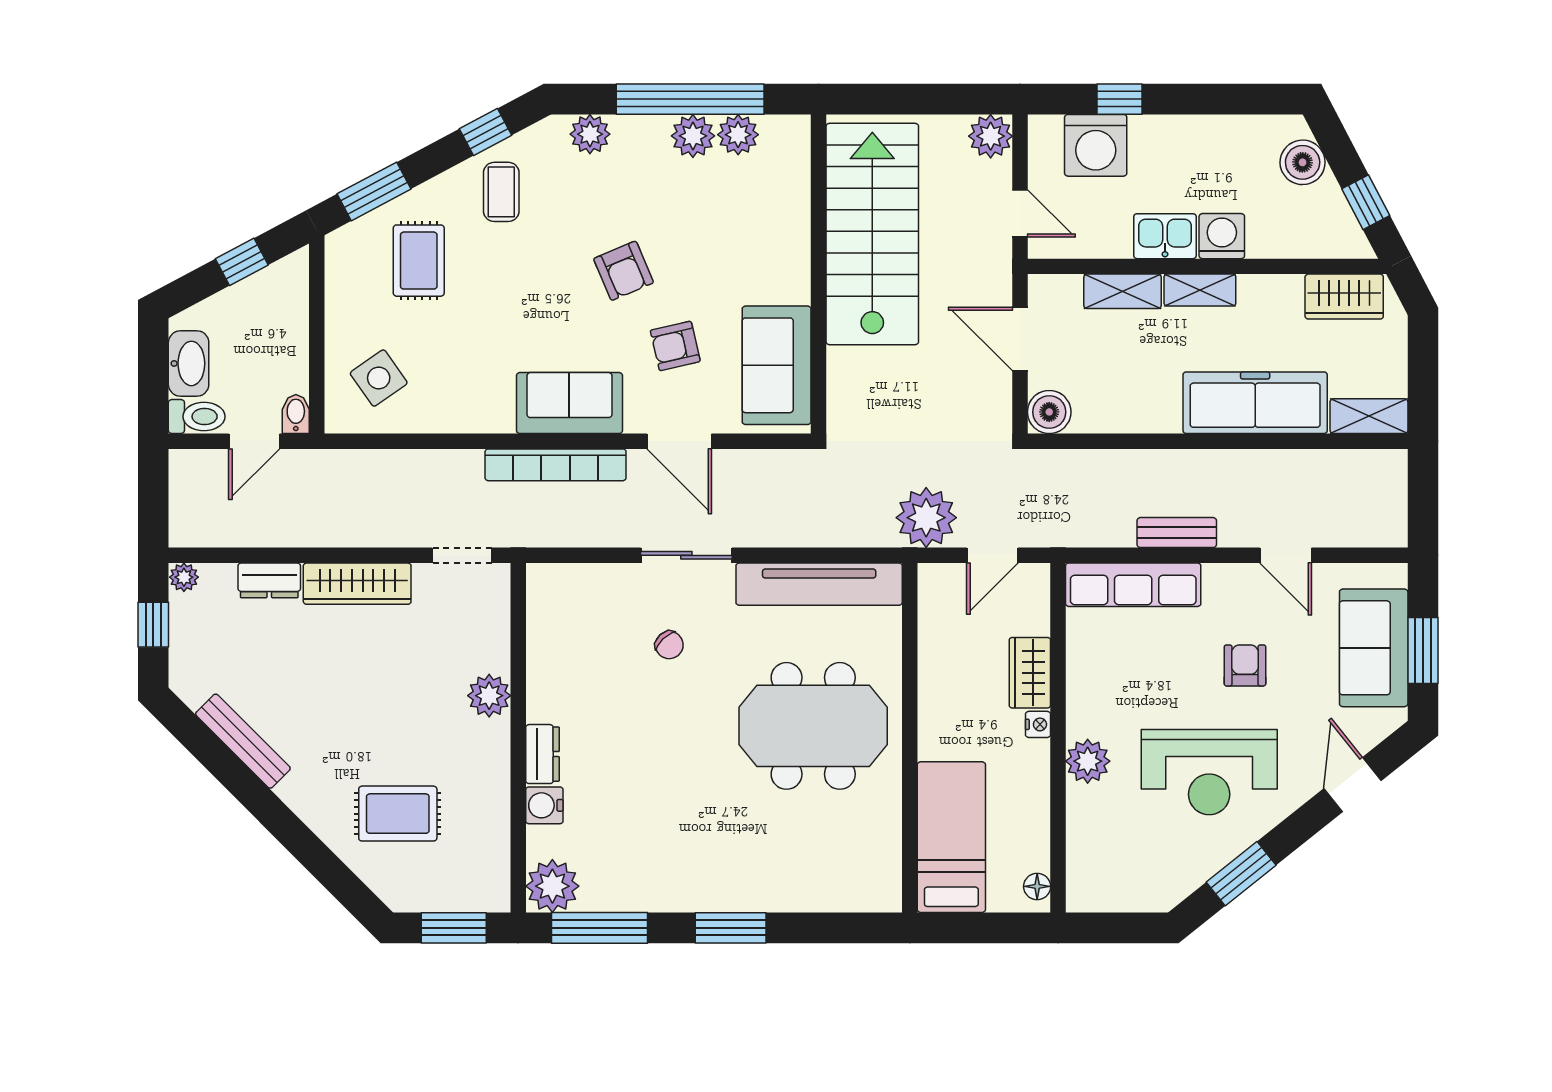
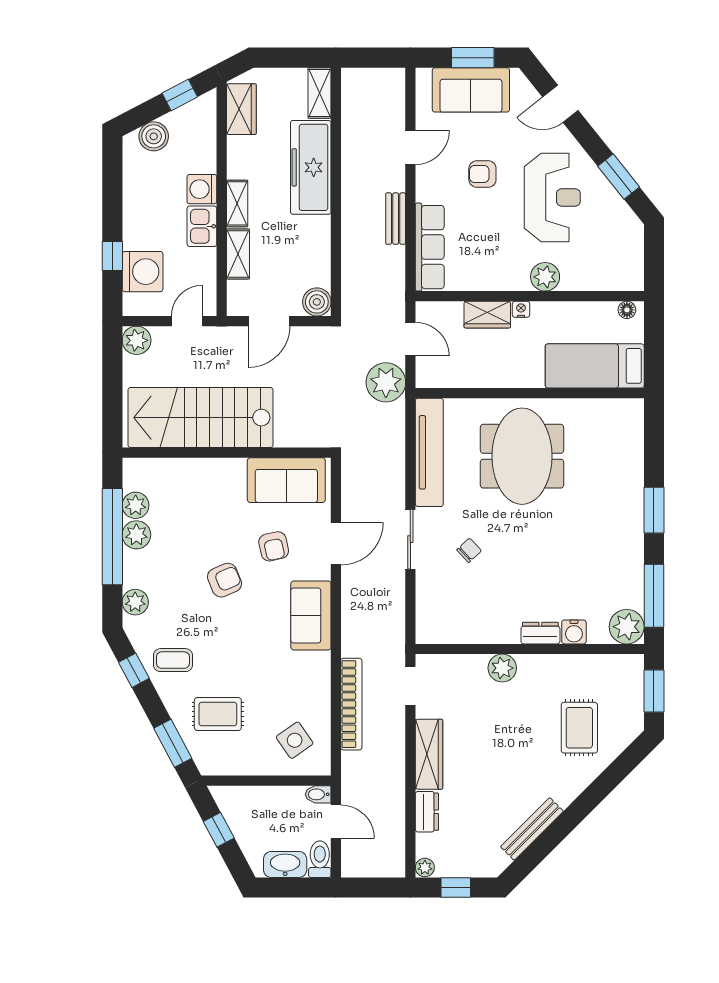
bookcase: (556, 465) -> (351, 704), moved

